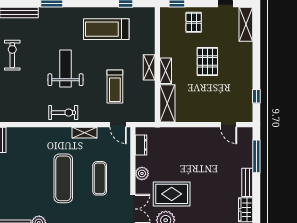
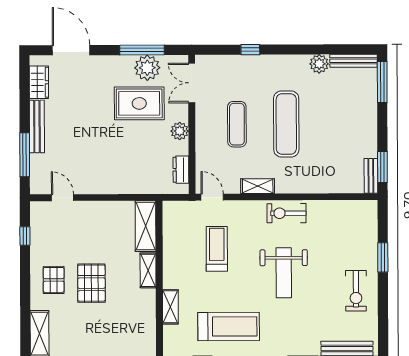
pallet: (194, 22) -> (54, 280), moved
shelving: (149, 67) -> (170, 307), moved
bench: (247, 182) -> (37, 126), width x1.36

